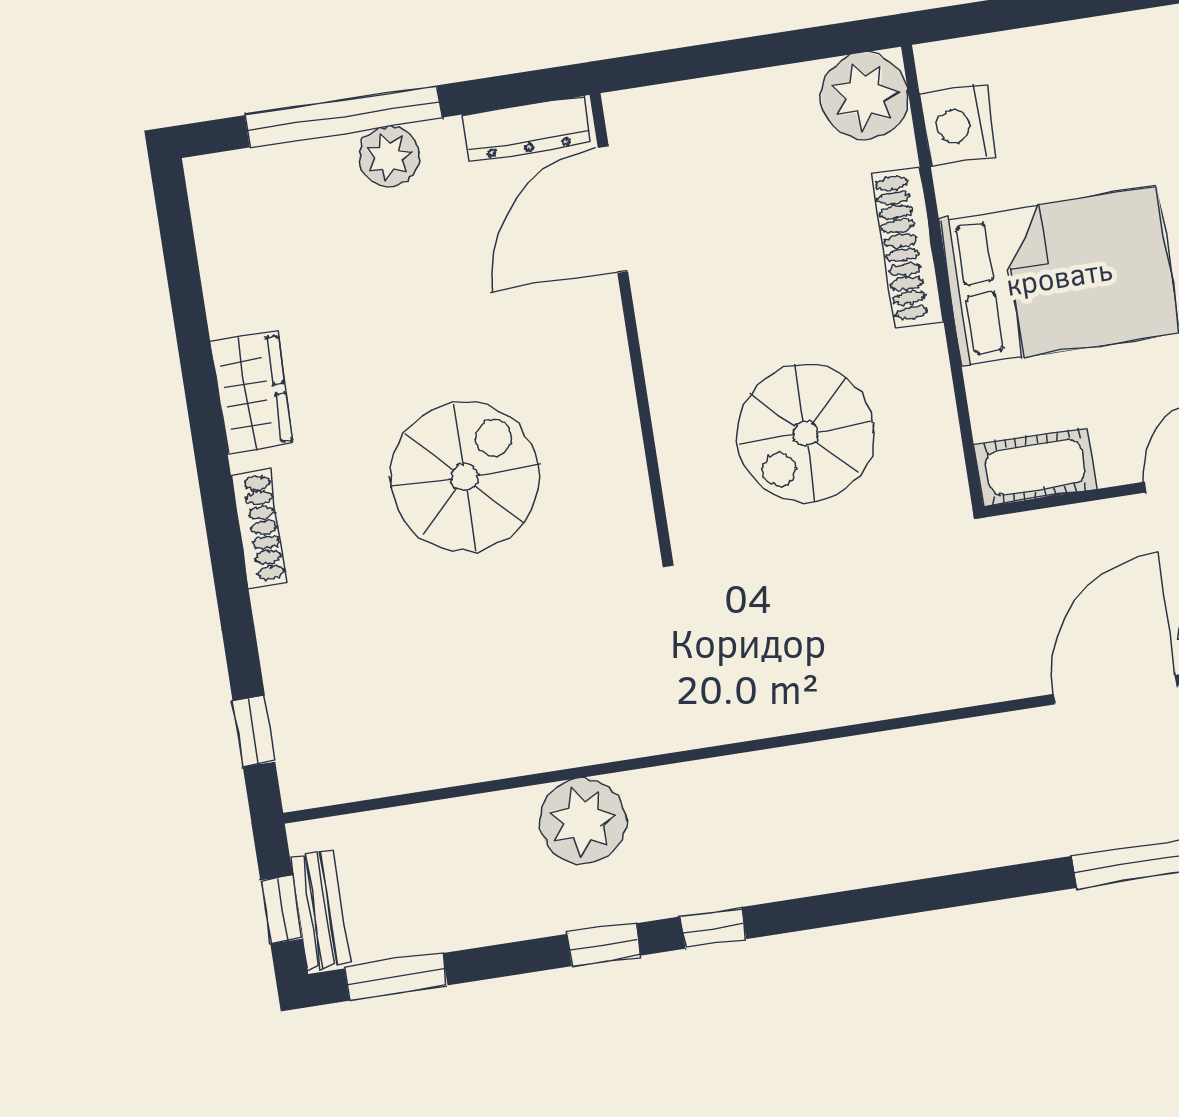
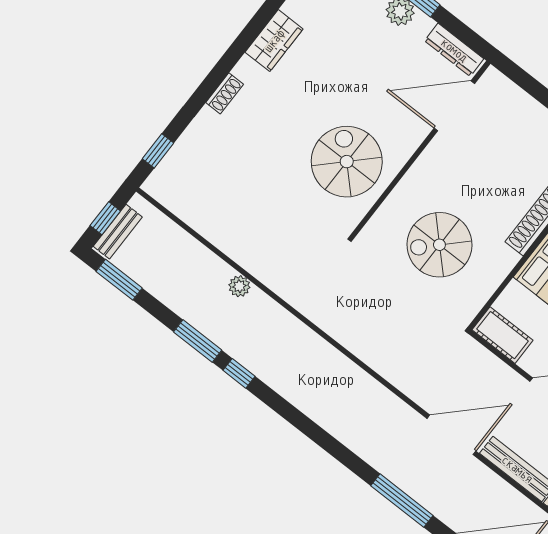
spiral stairs: (465, 477) -> (347, 162), moved, turned -90
shoe rack: (259, 528) -> (225, 93), width x0.70
plant: (583, 821) -> (239, 286), width x0.53, depth x0.53
window: (604, 945) -> (198, 341), width x1.50

